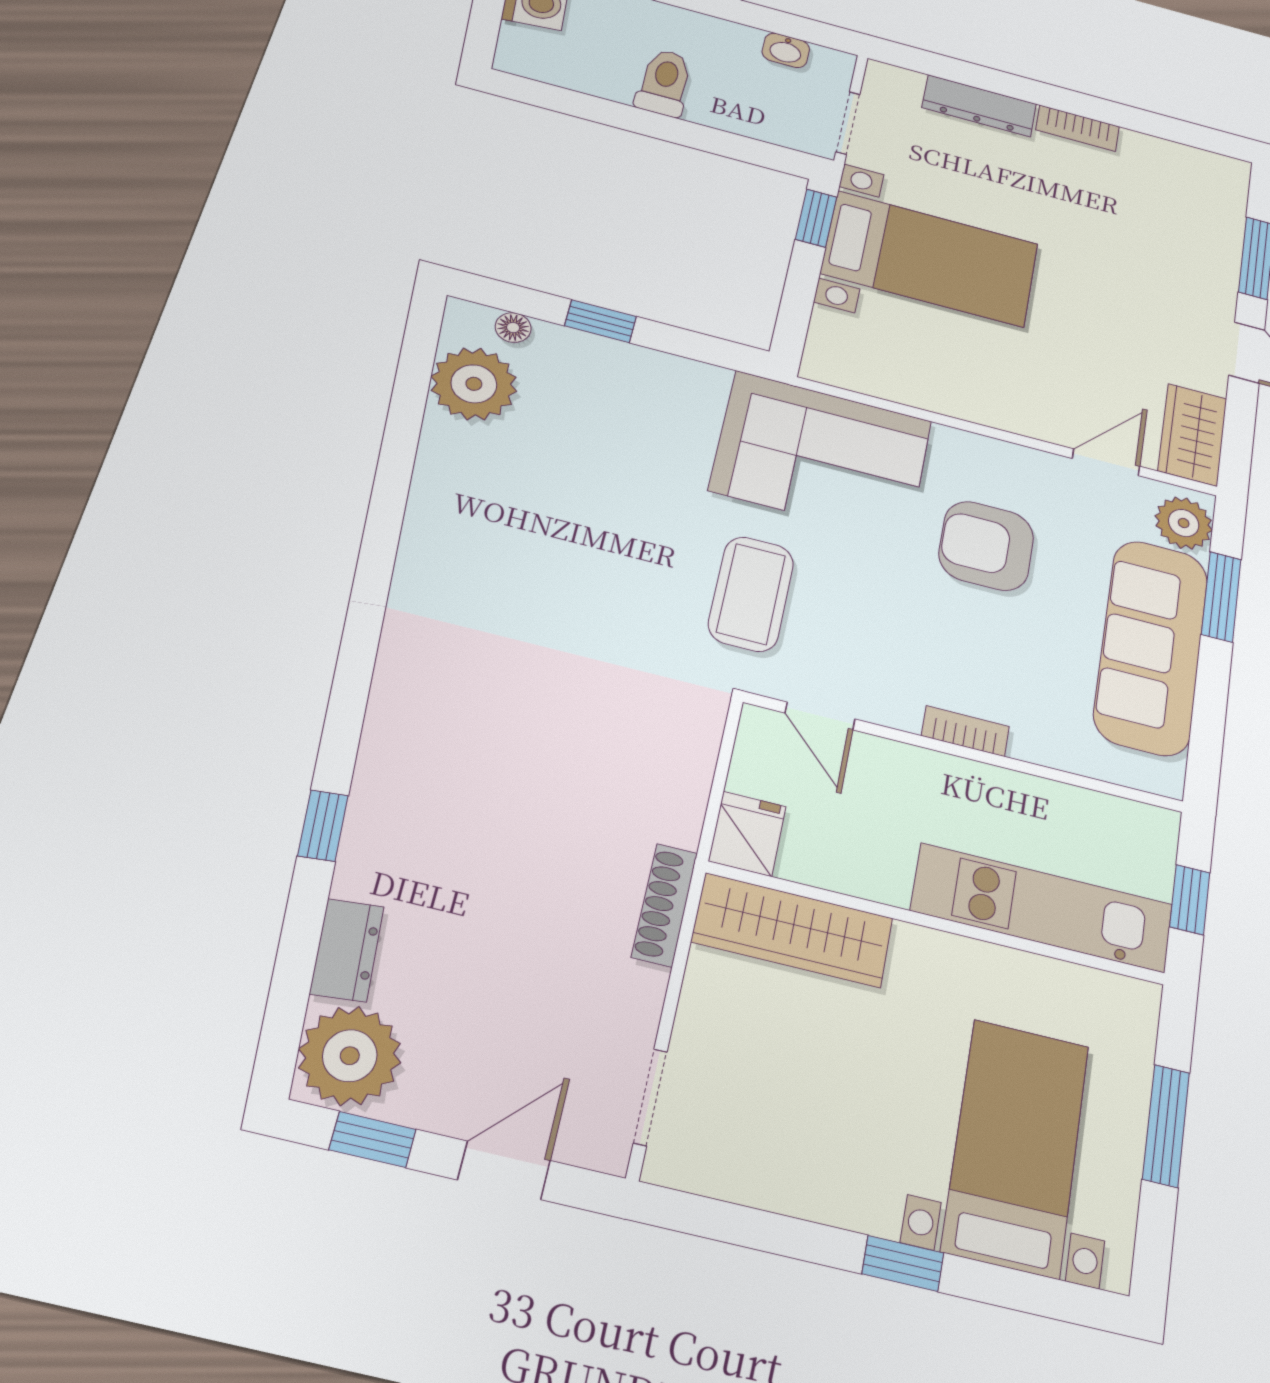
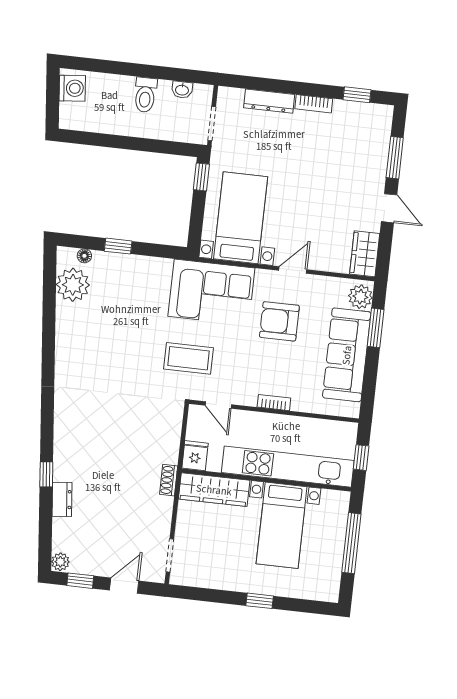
toilet: (664, 83) -> (145, 95), moved, turned 180
window: (1172, 129) -> (357, 95), added
bed with nightstands: (930, 259) -> (241, 218), moved, turned -90
door: (1106, 462) -> (293, 270), moved
coffee table: (751, 594) -> (188, 358), turned 90
shoe rack: (665, 905) -> (169, 480), width x0.70
kitchen unit: (1042, 908) -> (288, 467), width x1.36
dresser: (347, 950) -> (62, 499), moved
plant: (350, 1056) -> (60, 562), width x0.53, depth x0.53
window: (1166, 1126) -> (351, 543), width x1.44
bed with nightstands: (1016, 1147) -> (282, 525), moved, turned 180

